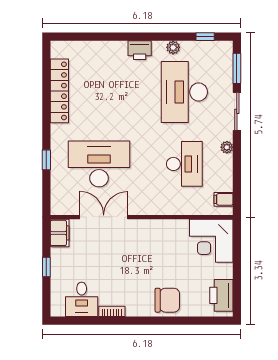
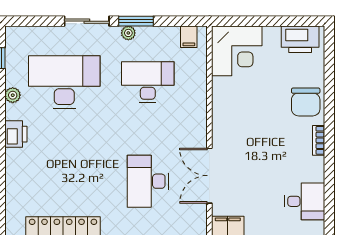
window: (237, 68) -> (136, 21), moved
desk: (184, 92) -> (64, 82), turned 180
desk: (99, 164) -> (148, 181), width x0.73, depth x0.77
chair: (167, 300) -> (306, 102), turned 180
bookcase: (112, 311) -> (319, 140), moved

